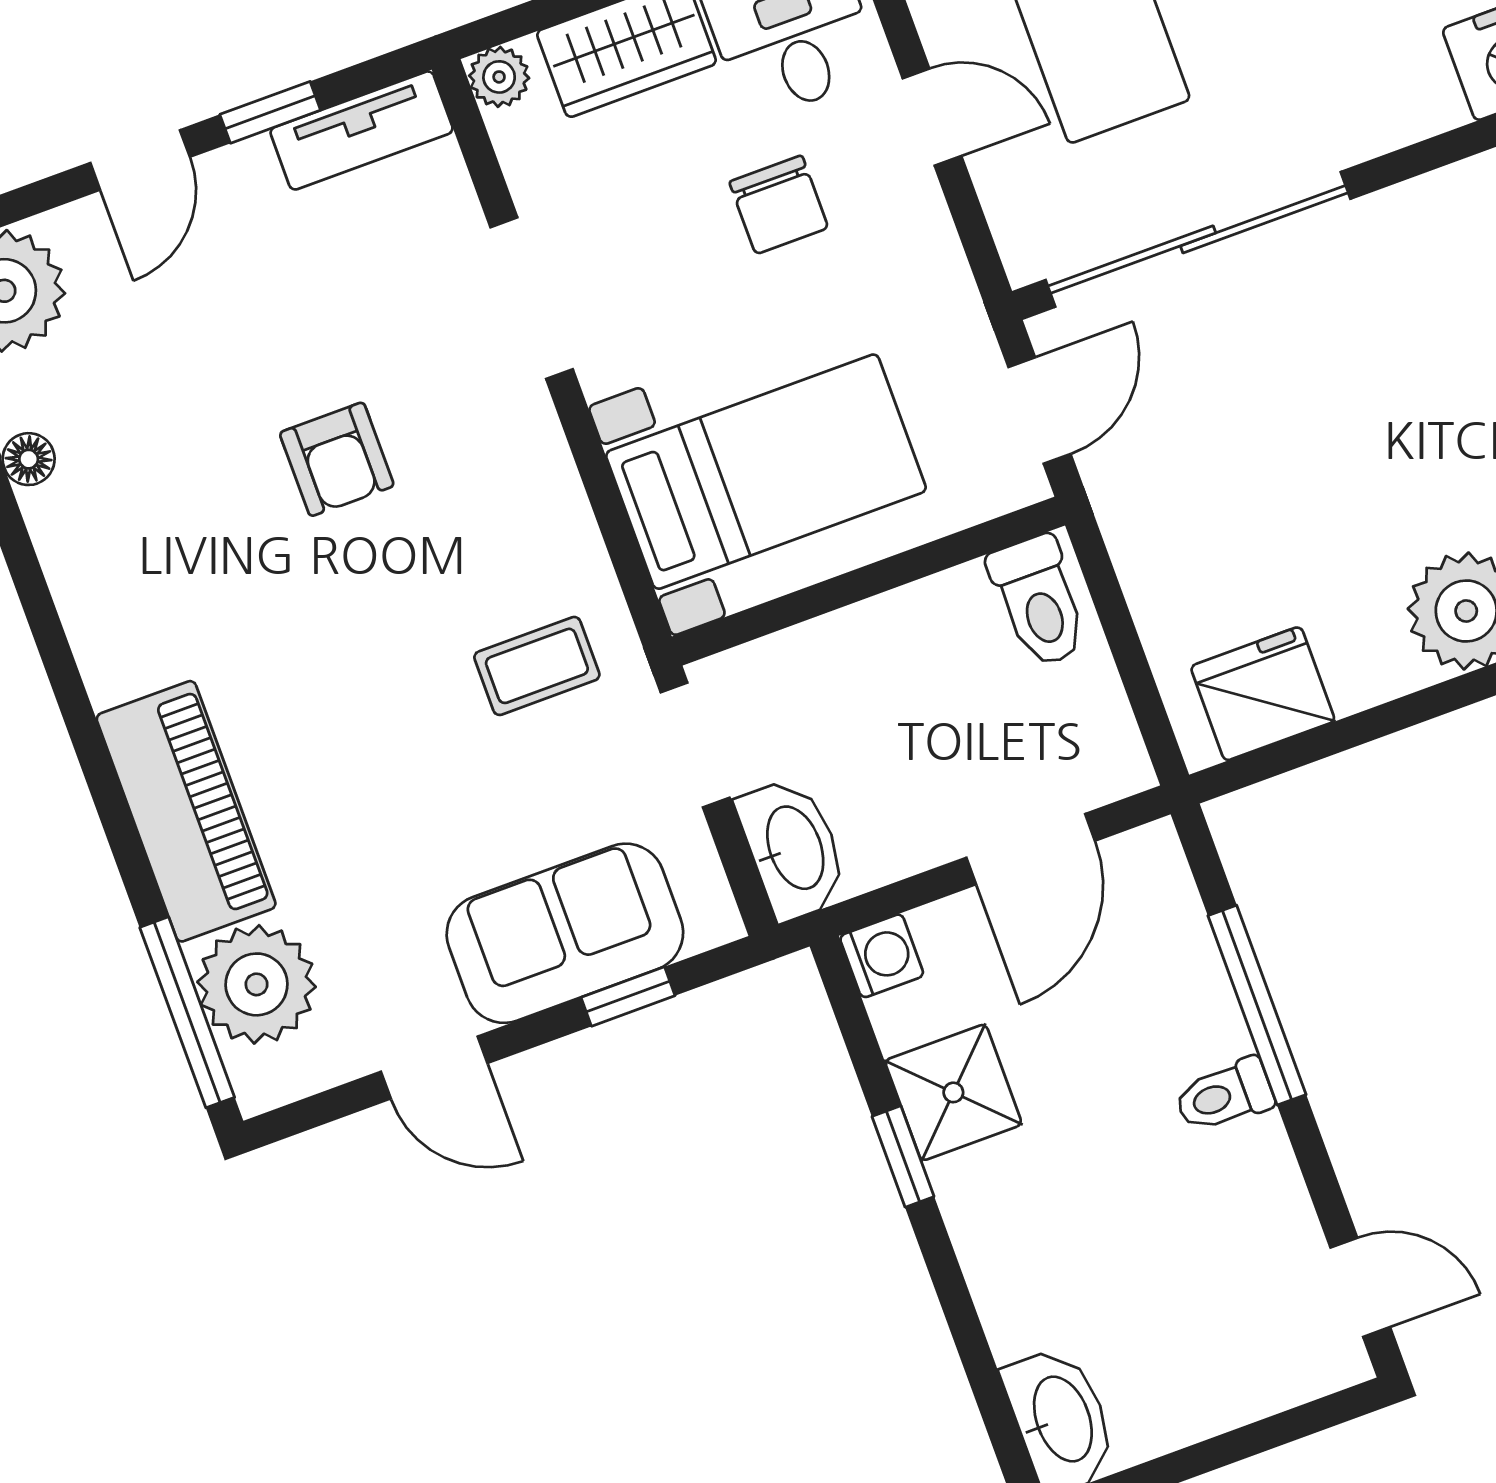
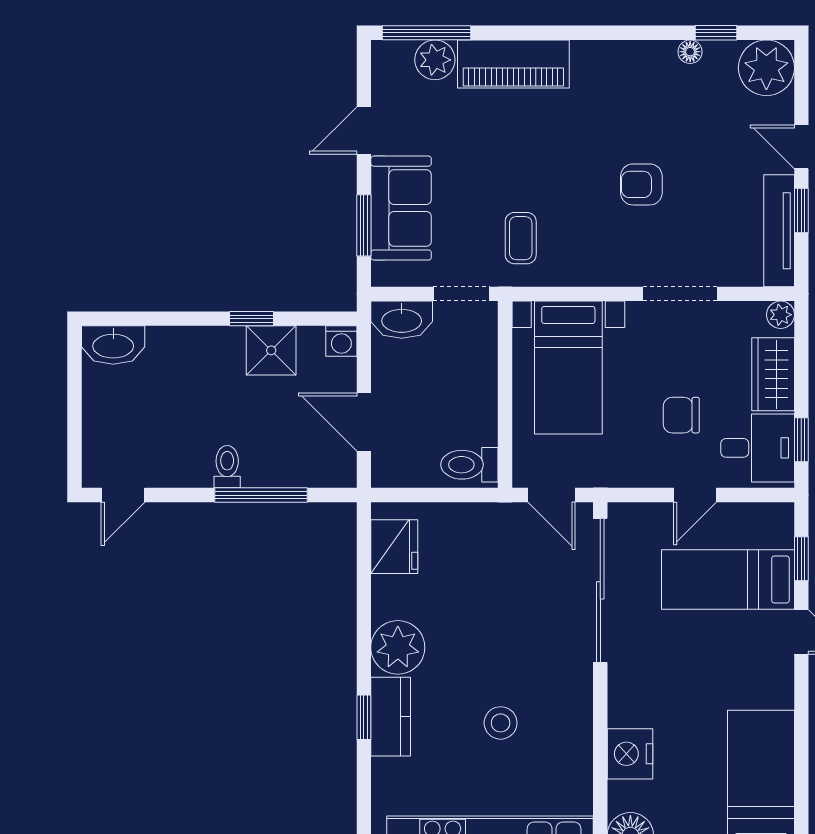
tv unit: (362, 130) -> (779, 231), width x1.41
plant: (257, 984) -> (435, 60), width x0.73, depth x0.73
window: (628, 997) -> (364, 225), width x1.50

